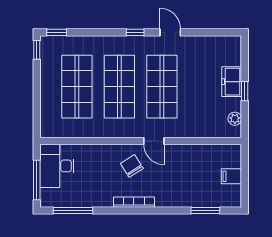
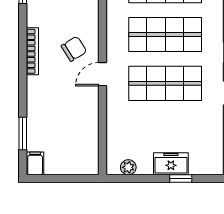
window: (245, 91) -> (181, 179), moved
filing cabinet: (231, 176) -> (35, 163), moved

